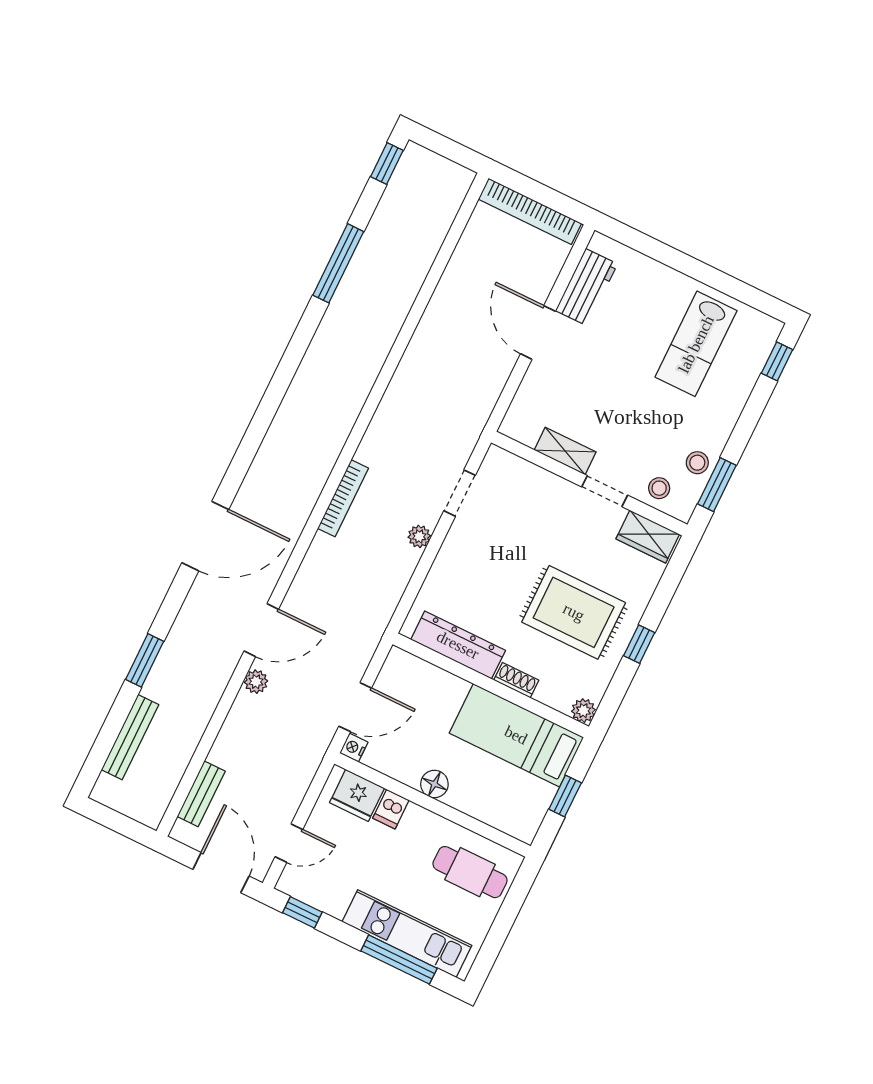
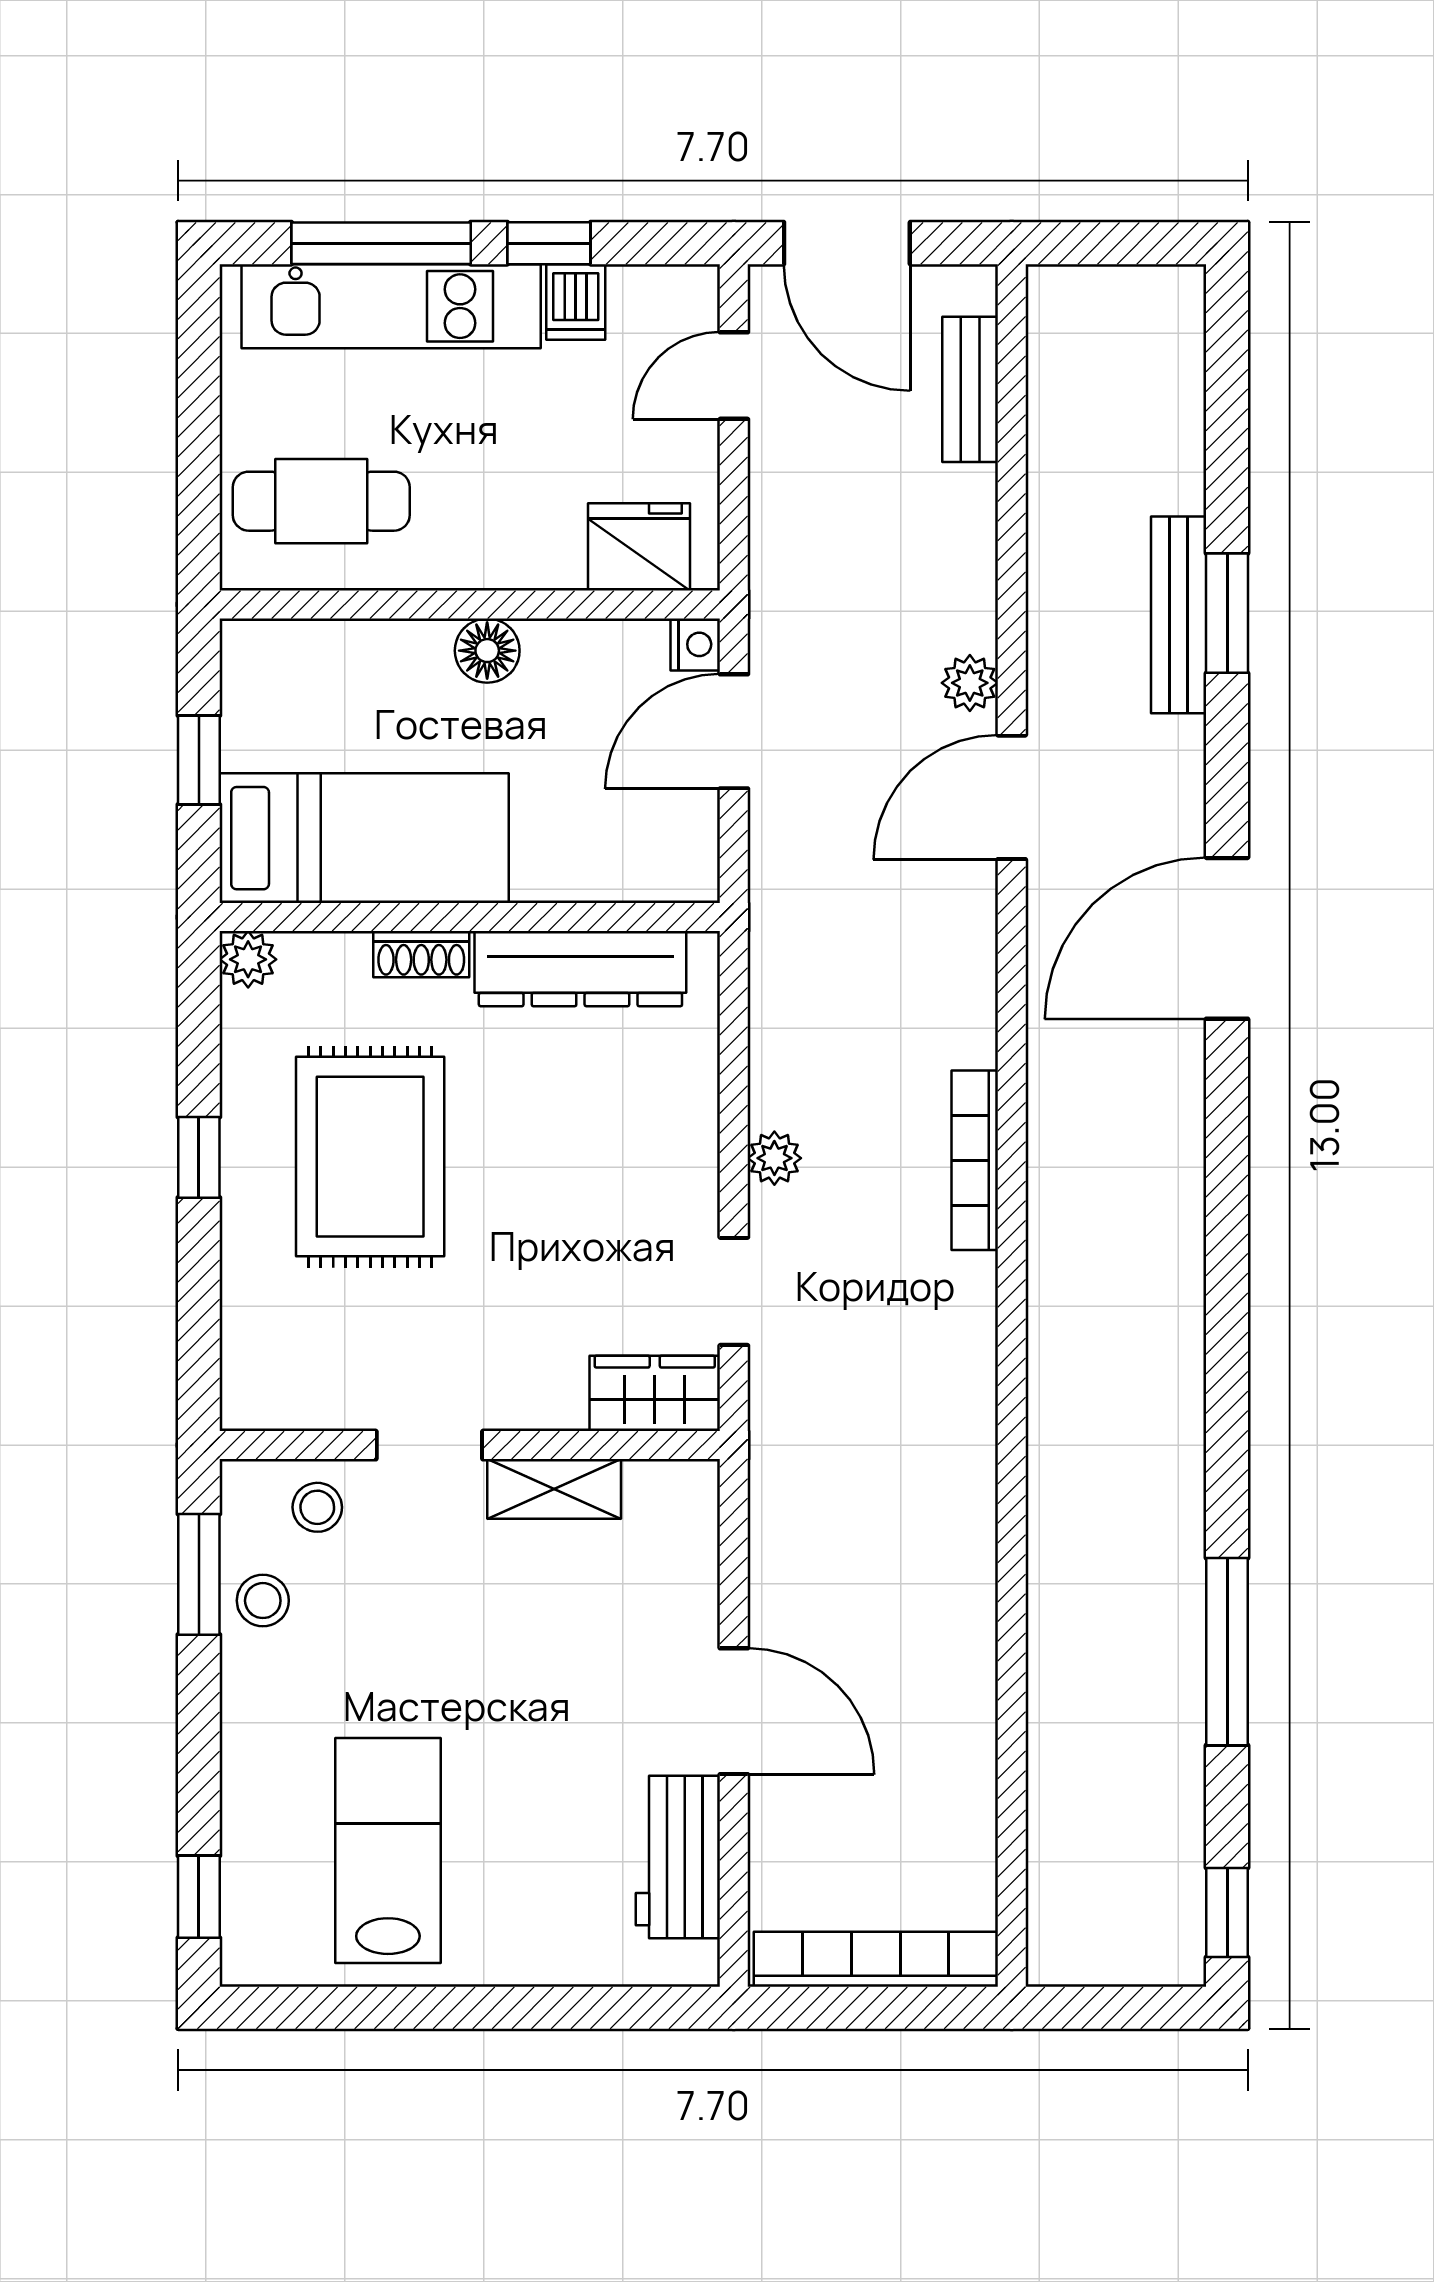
wardrobe: (648, 537) -> (655, 1393), moved
rug: (574, 612) -> (370, 1157), turned 90
bench: (130, 737) -> (1179, 615), moved
dishwasher: (391, 809) -> (576, 302), moved, turned 180
window: (302, 912) -> (549, 243), moved

